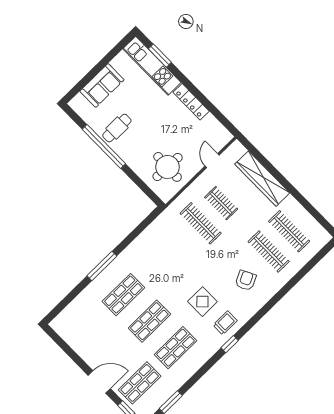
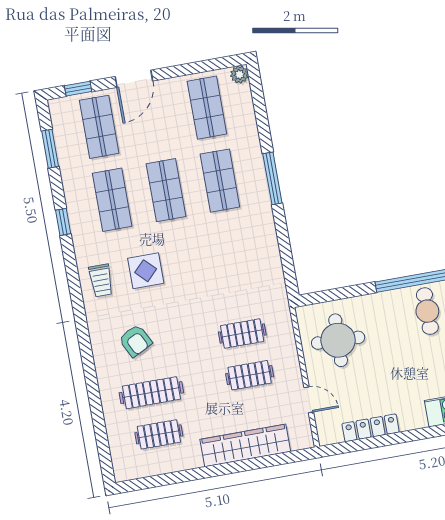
locker: (191, 102) -> (371, 428), moved
clothes rail: (201, 223) -> (242, 333), width x0.73
clothes rail: (289, 231) -> (159, 434), width x0.73
plant: (56, 324) -> (239, 75), added
shop shelf: (87, 330) -> (207, 108), added
window: (230, 344) -> (63, 222), moved

